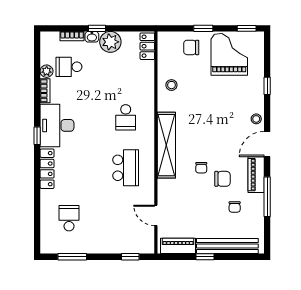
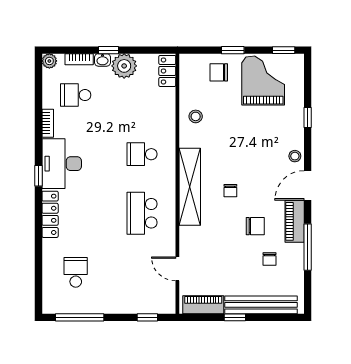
plant: (47, 71) -> (49, 61), moved
school desk: (126, 117) -> (142, 154), turned 90
school desk: (126, 168) -> (142, 213), turned 180
chair: (201, 168) -> (230, 191), moved
window: (72, 257) -> (80, 317), width x1.44

